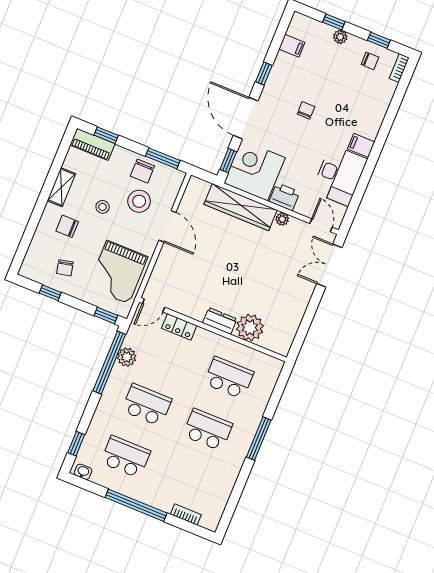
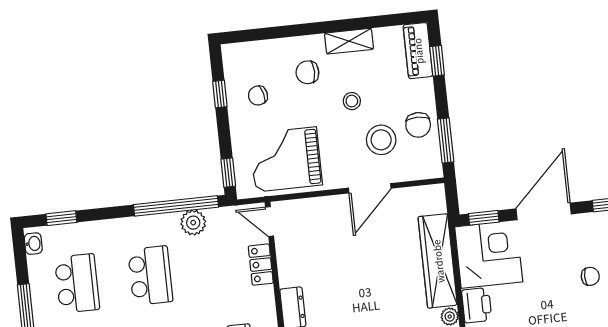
chair: (142, 171) -> (418, 125), turned -90
chair: (67, 226) -> (307, 72), turned -90

